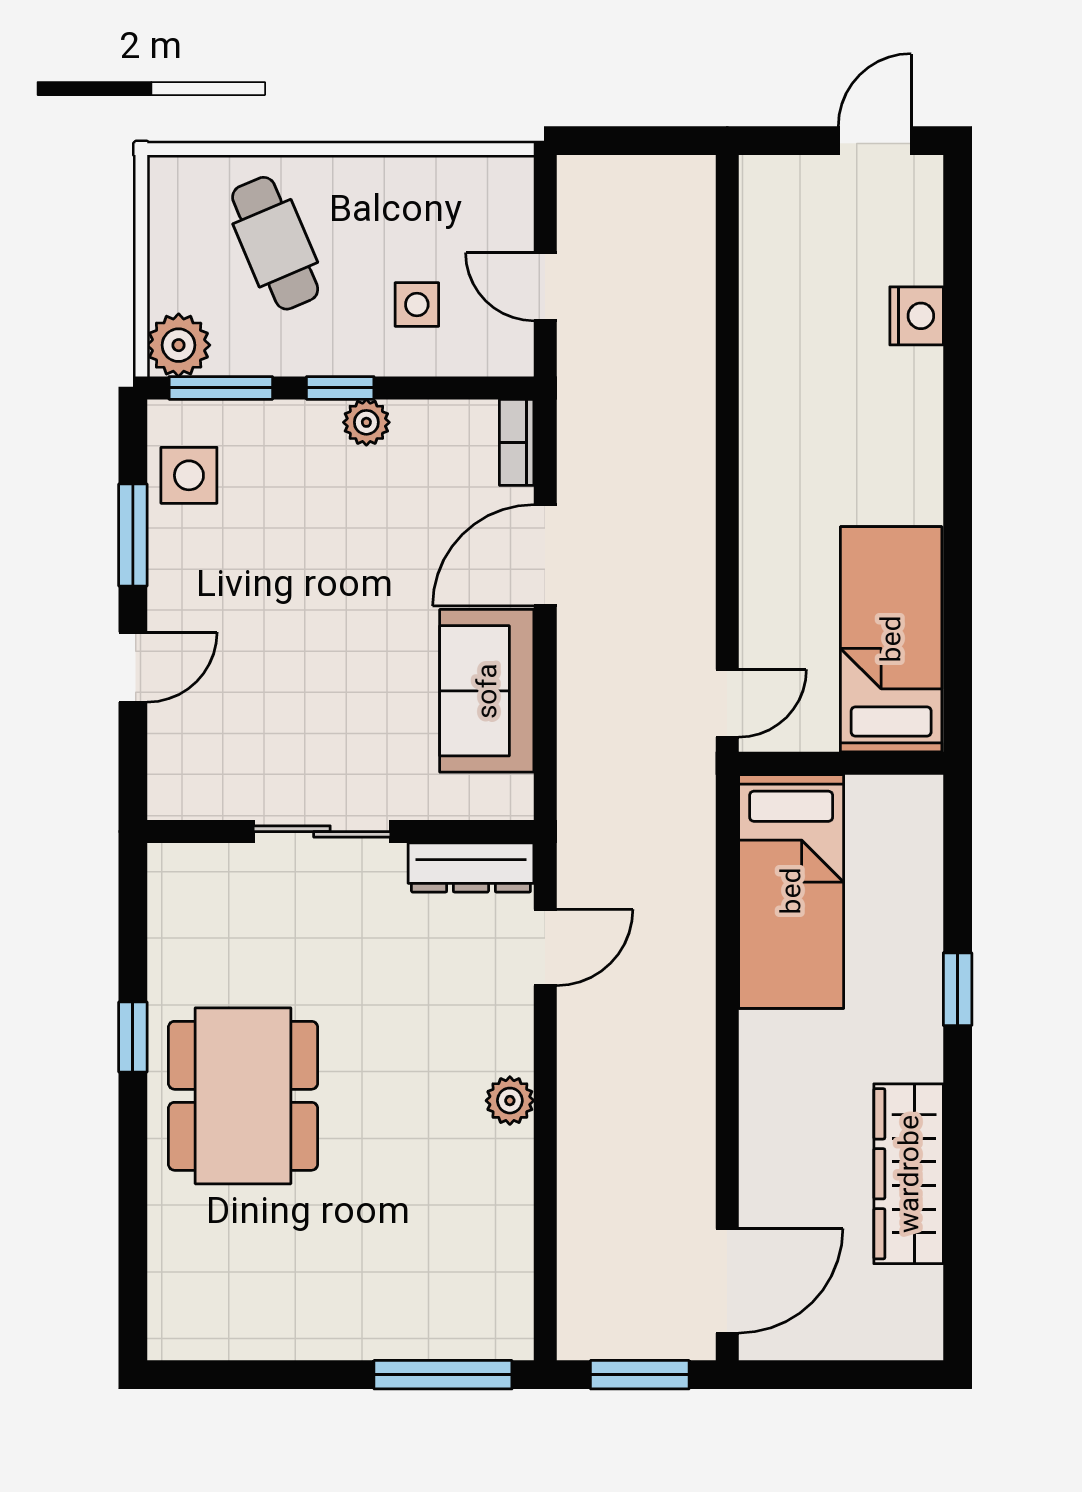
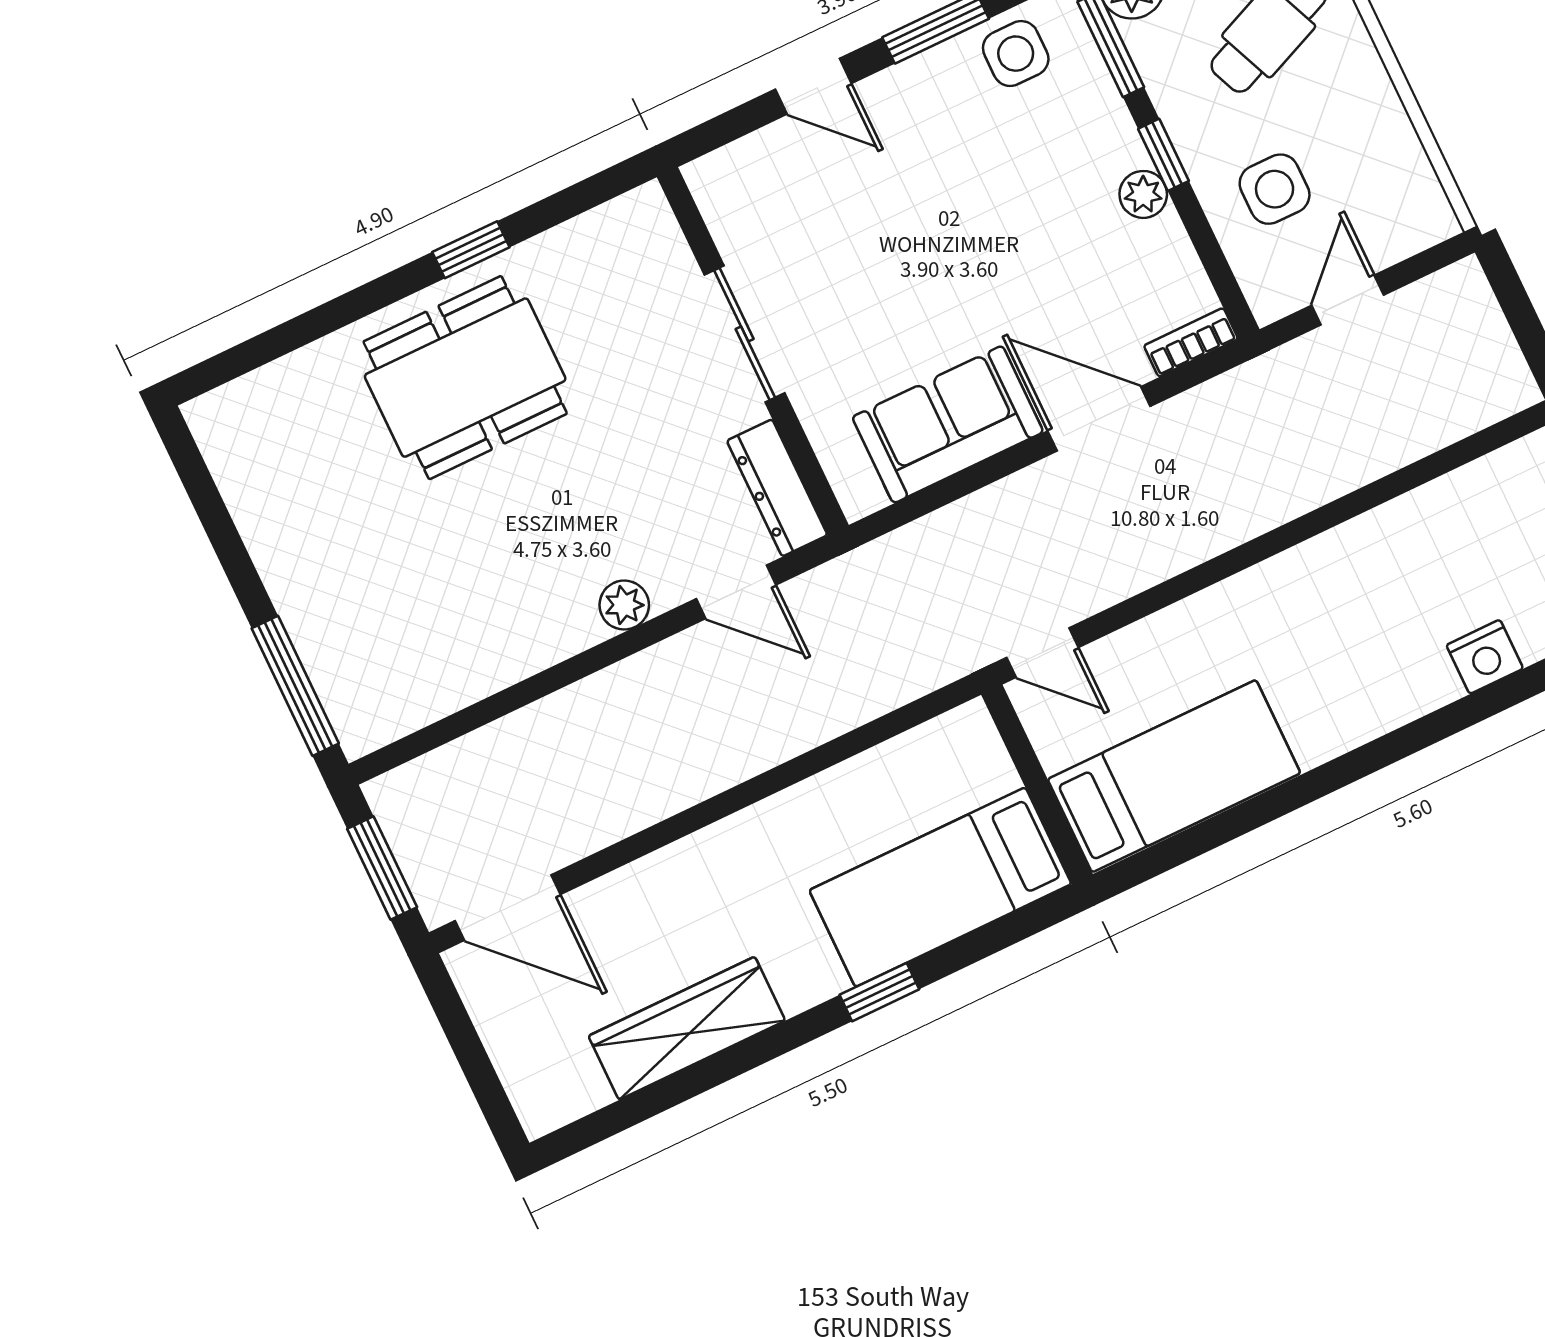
side table: (417, 305) -> (1275, 189), width x1.37, depth x1.37
bed: (791, 891) -> (940, 887), moved
plant: (510, 1101) -> (624, 605), moved

